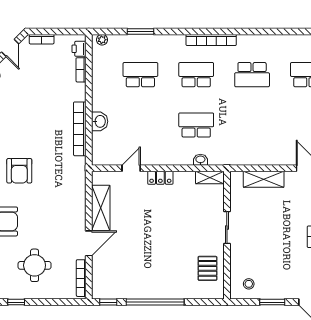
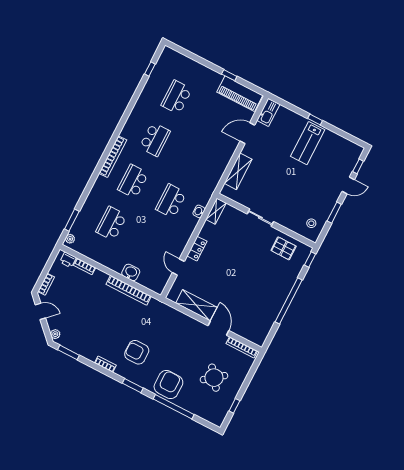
window: (140, 31) -> (72, 220), moved
armchair: (19, 171) -> (137, 352), turned 180
round table: (35, 265) -> (214, 378), turned -38
window: (108, 302) -> (310, 260), moved

